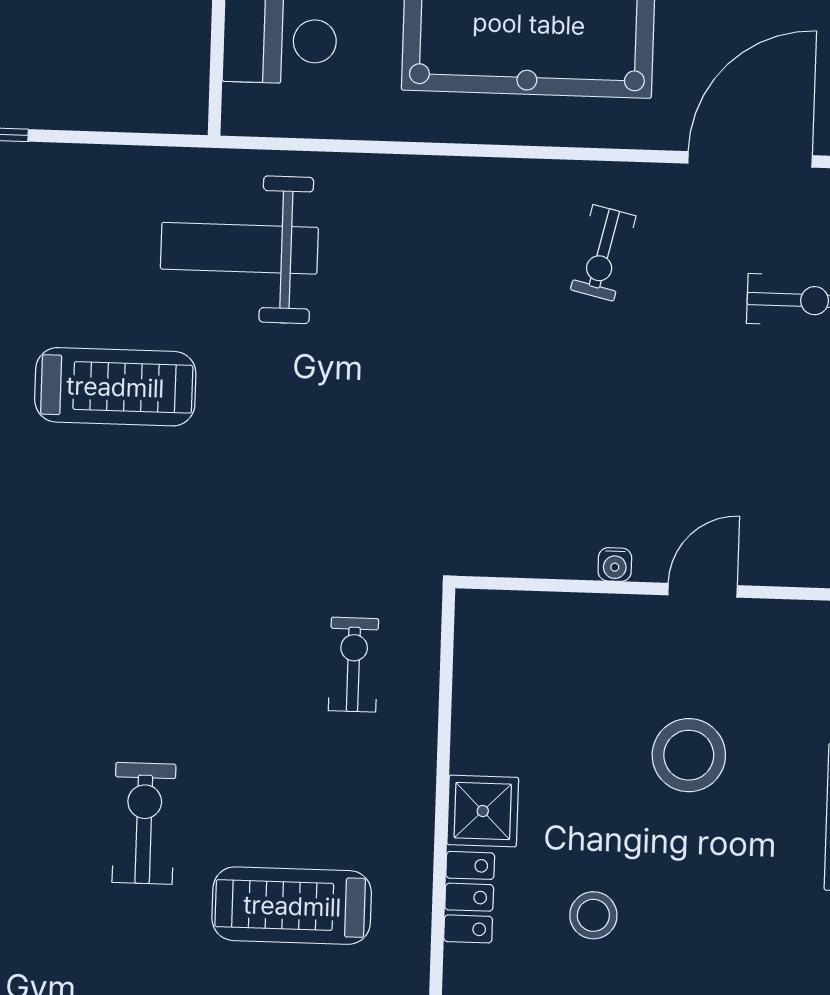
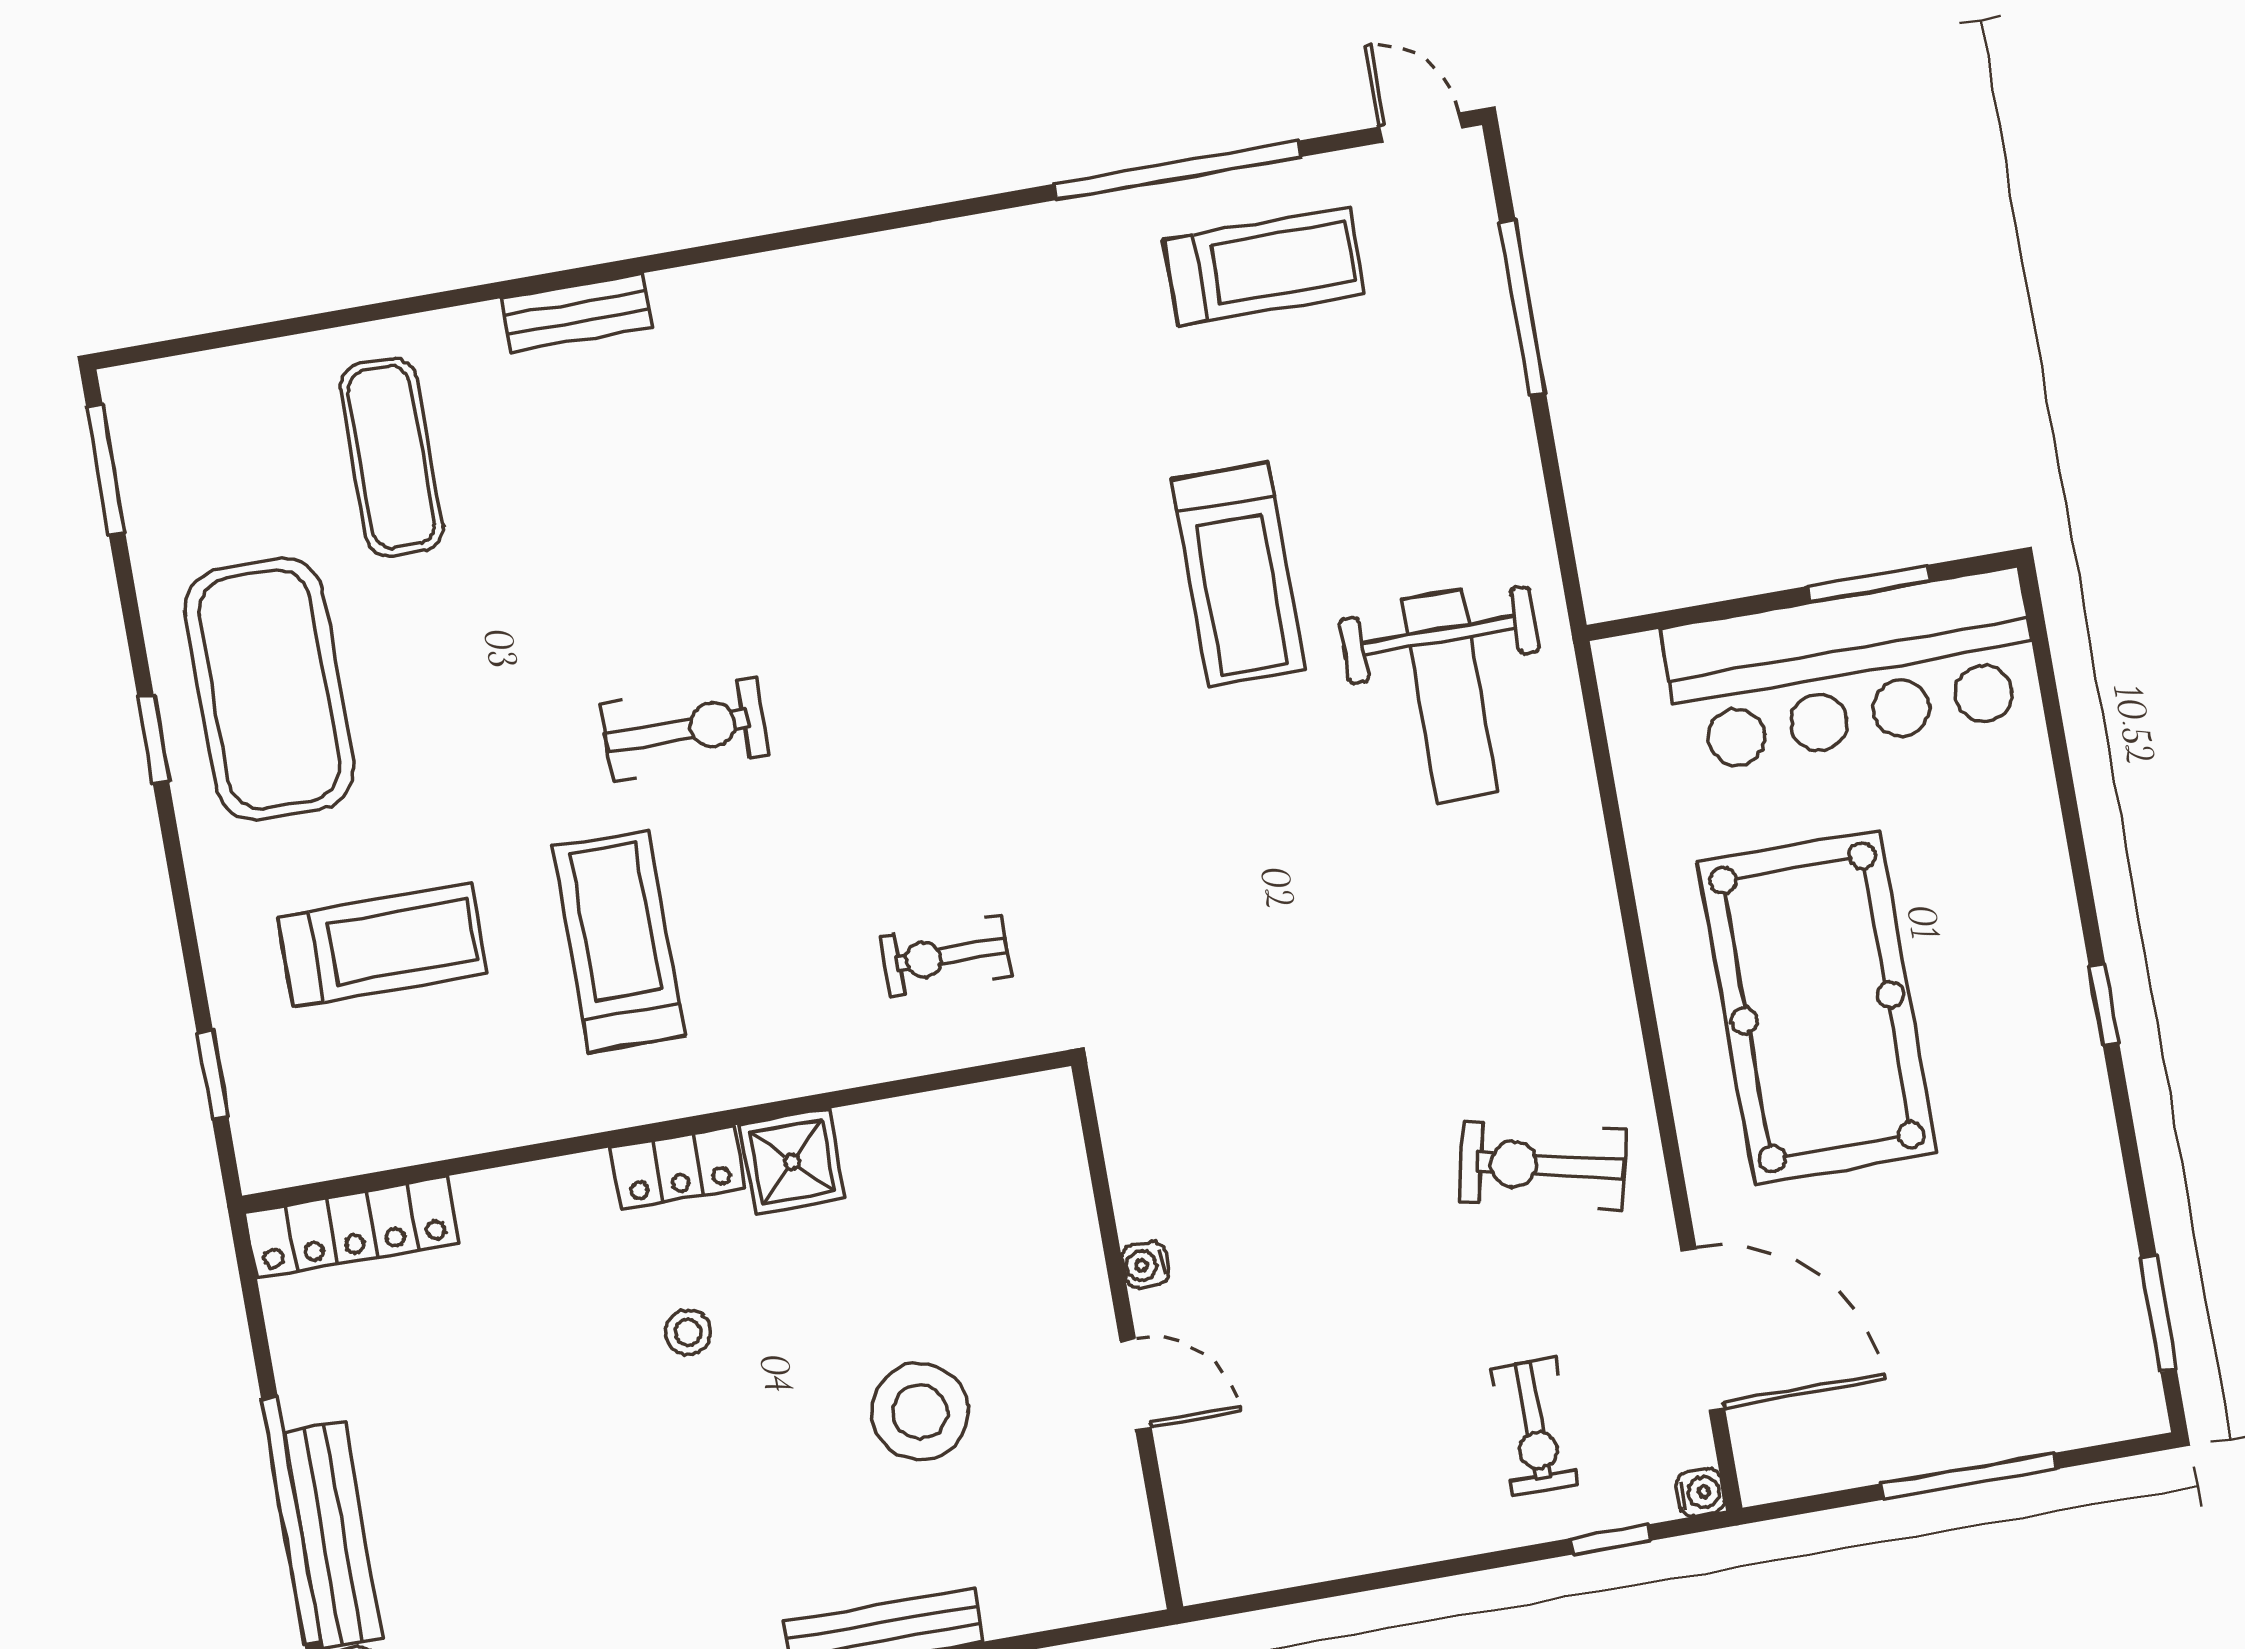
weight bench: (239, 248) -> (1450, 696), turned 180
exercise bike: (603, 253) -> (1543, 1165), width x1.38, depth x1.39
exercise bike: (353, 665) -> (945, 956), turned 180
stool: (593, 915) -> (688, 1332), width x0.73, depth x0.73

